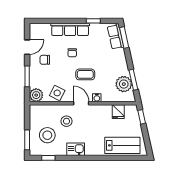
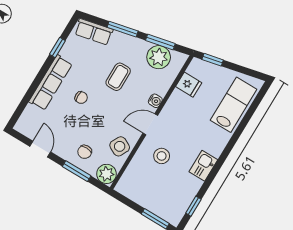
window: (124, 37) -> (123, 29), moved
chair: (45, 60) -> (85, 152), moved
coffee table: (85, 74) -> (118, 77), moved
stool: (47, 135) -> (165, 190), removed

